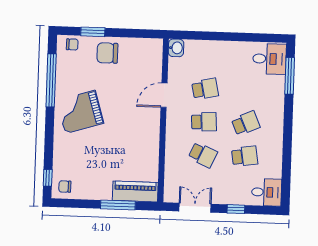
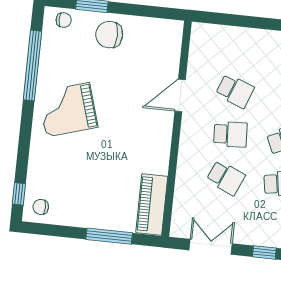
washbasin: (176, 48) -> (200, 34), removed
school desk: (205, 89) -> (235, 91), turned 33
piano: (135, 191) -> (152, 205), moved, turned -90

